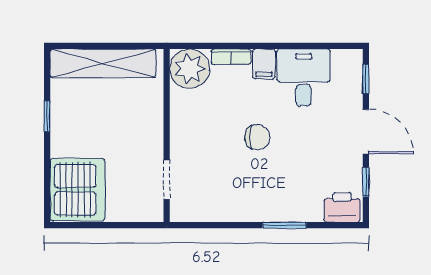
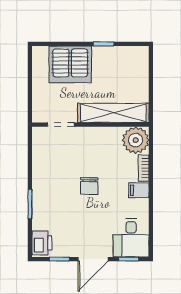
shelving: (103, 63) -> (113, 113), moved, turned 90
desk: (304, 77) -> (131, 238), moved, turned 90
server rack: (77, 190) -> (70, 64), moved

